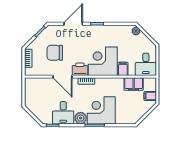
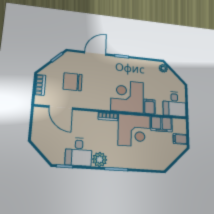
printer: (80, 69) -> (101, 103), removed
door: (62, 77) -> (61, 108), moved
corner desk: (101, 110) -> (134, 130), moved, turned 180

